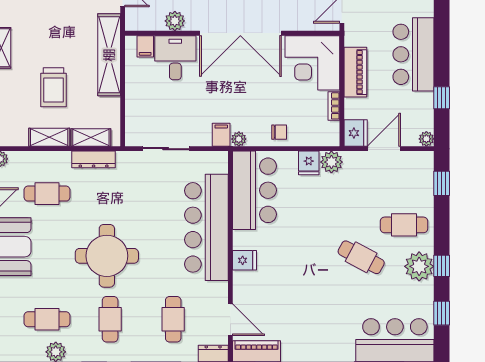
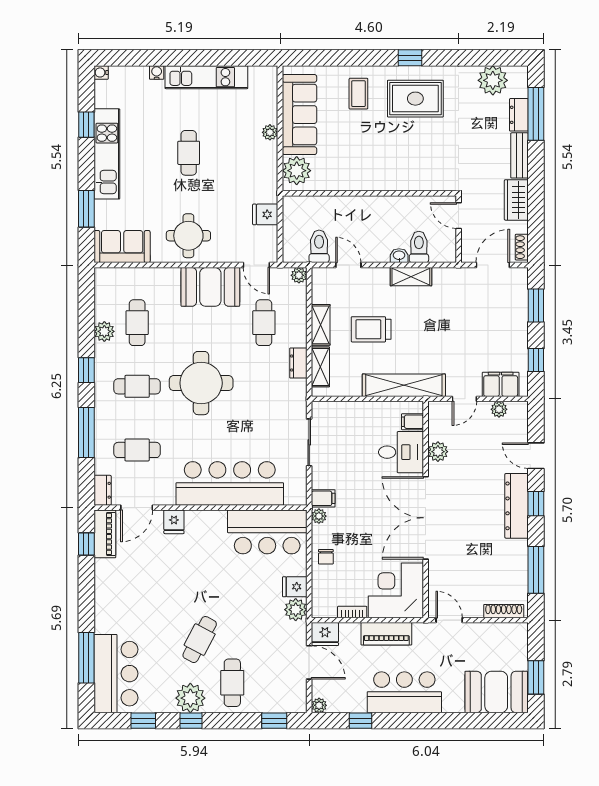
dresser: (94, 159) -> (298, 363), width x0.70
fridge: (244, 260) -> (174, 522), moved

